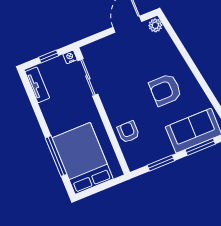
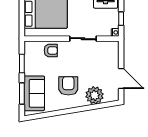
plant: (155, 25) -> (94, 95), moved, width x1.87, depth x1.87
sliding door: (88, 77) -> (83, 39), moved

